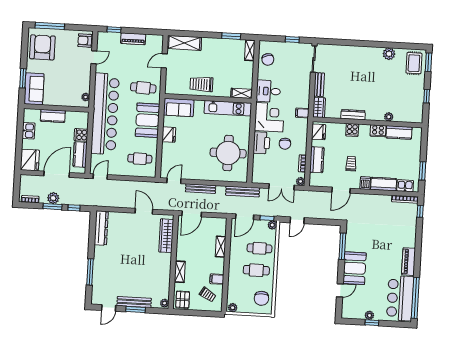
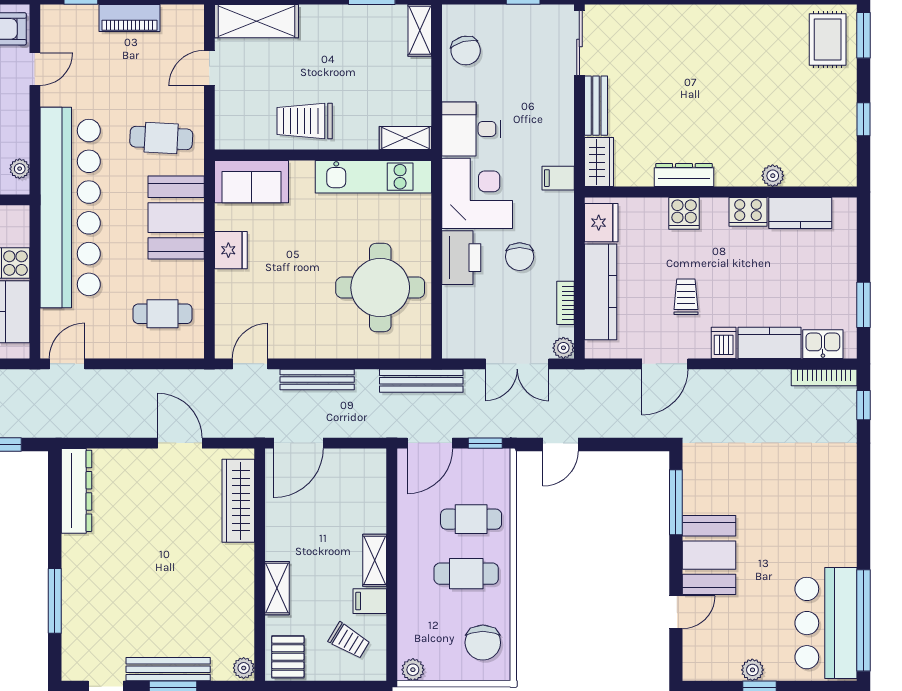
plant: (389, 54) -> (765, 20), removed
kitchen counter: (317, 160) -> (601, 292), width x1.50
plant: (272, 225) -> (500, 460), removed
shelving: (221, 247) -> (375, 560), moved
piano: (409, 262) -> (842, 531), removed

